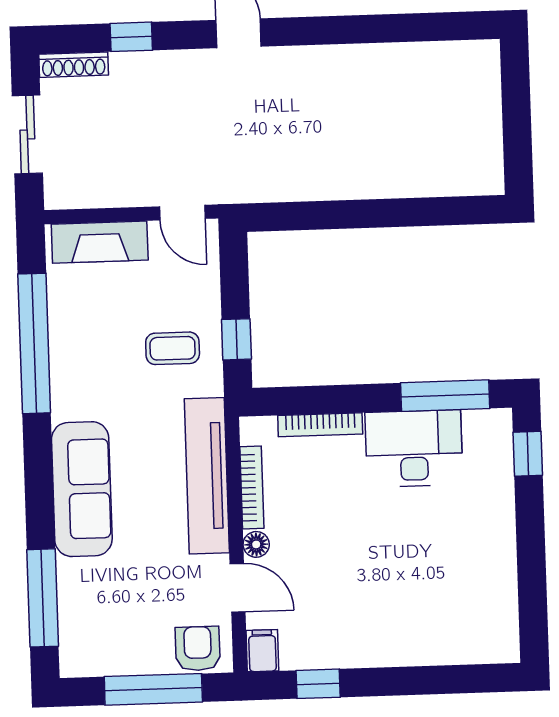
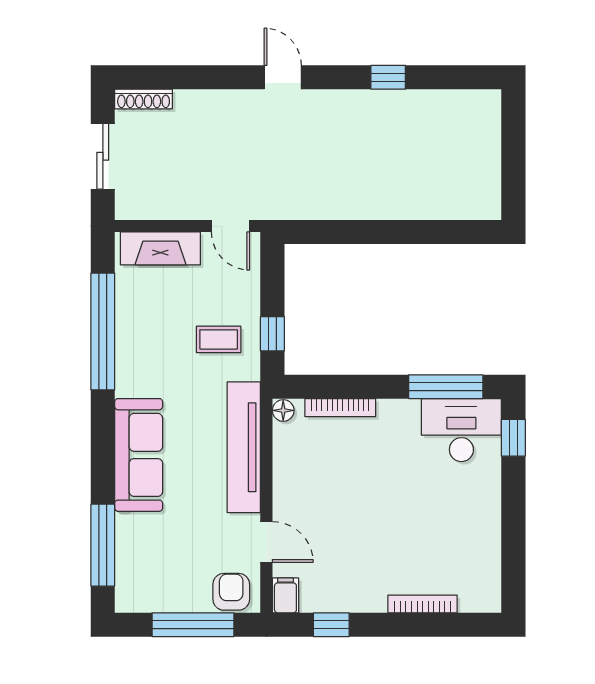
window: (131, 37) -> (388, 77), moved
desk: (414, 448) -> (461, 430), moved
bookcase: (252, 487) -> (423, 604), moved, turned -90
floor lamp: (256, 544) -> (283, 410), moved

